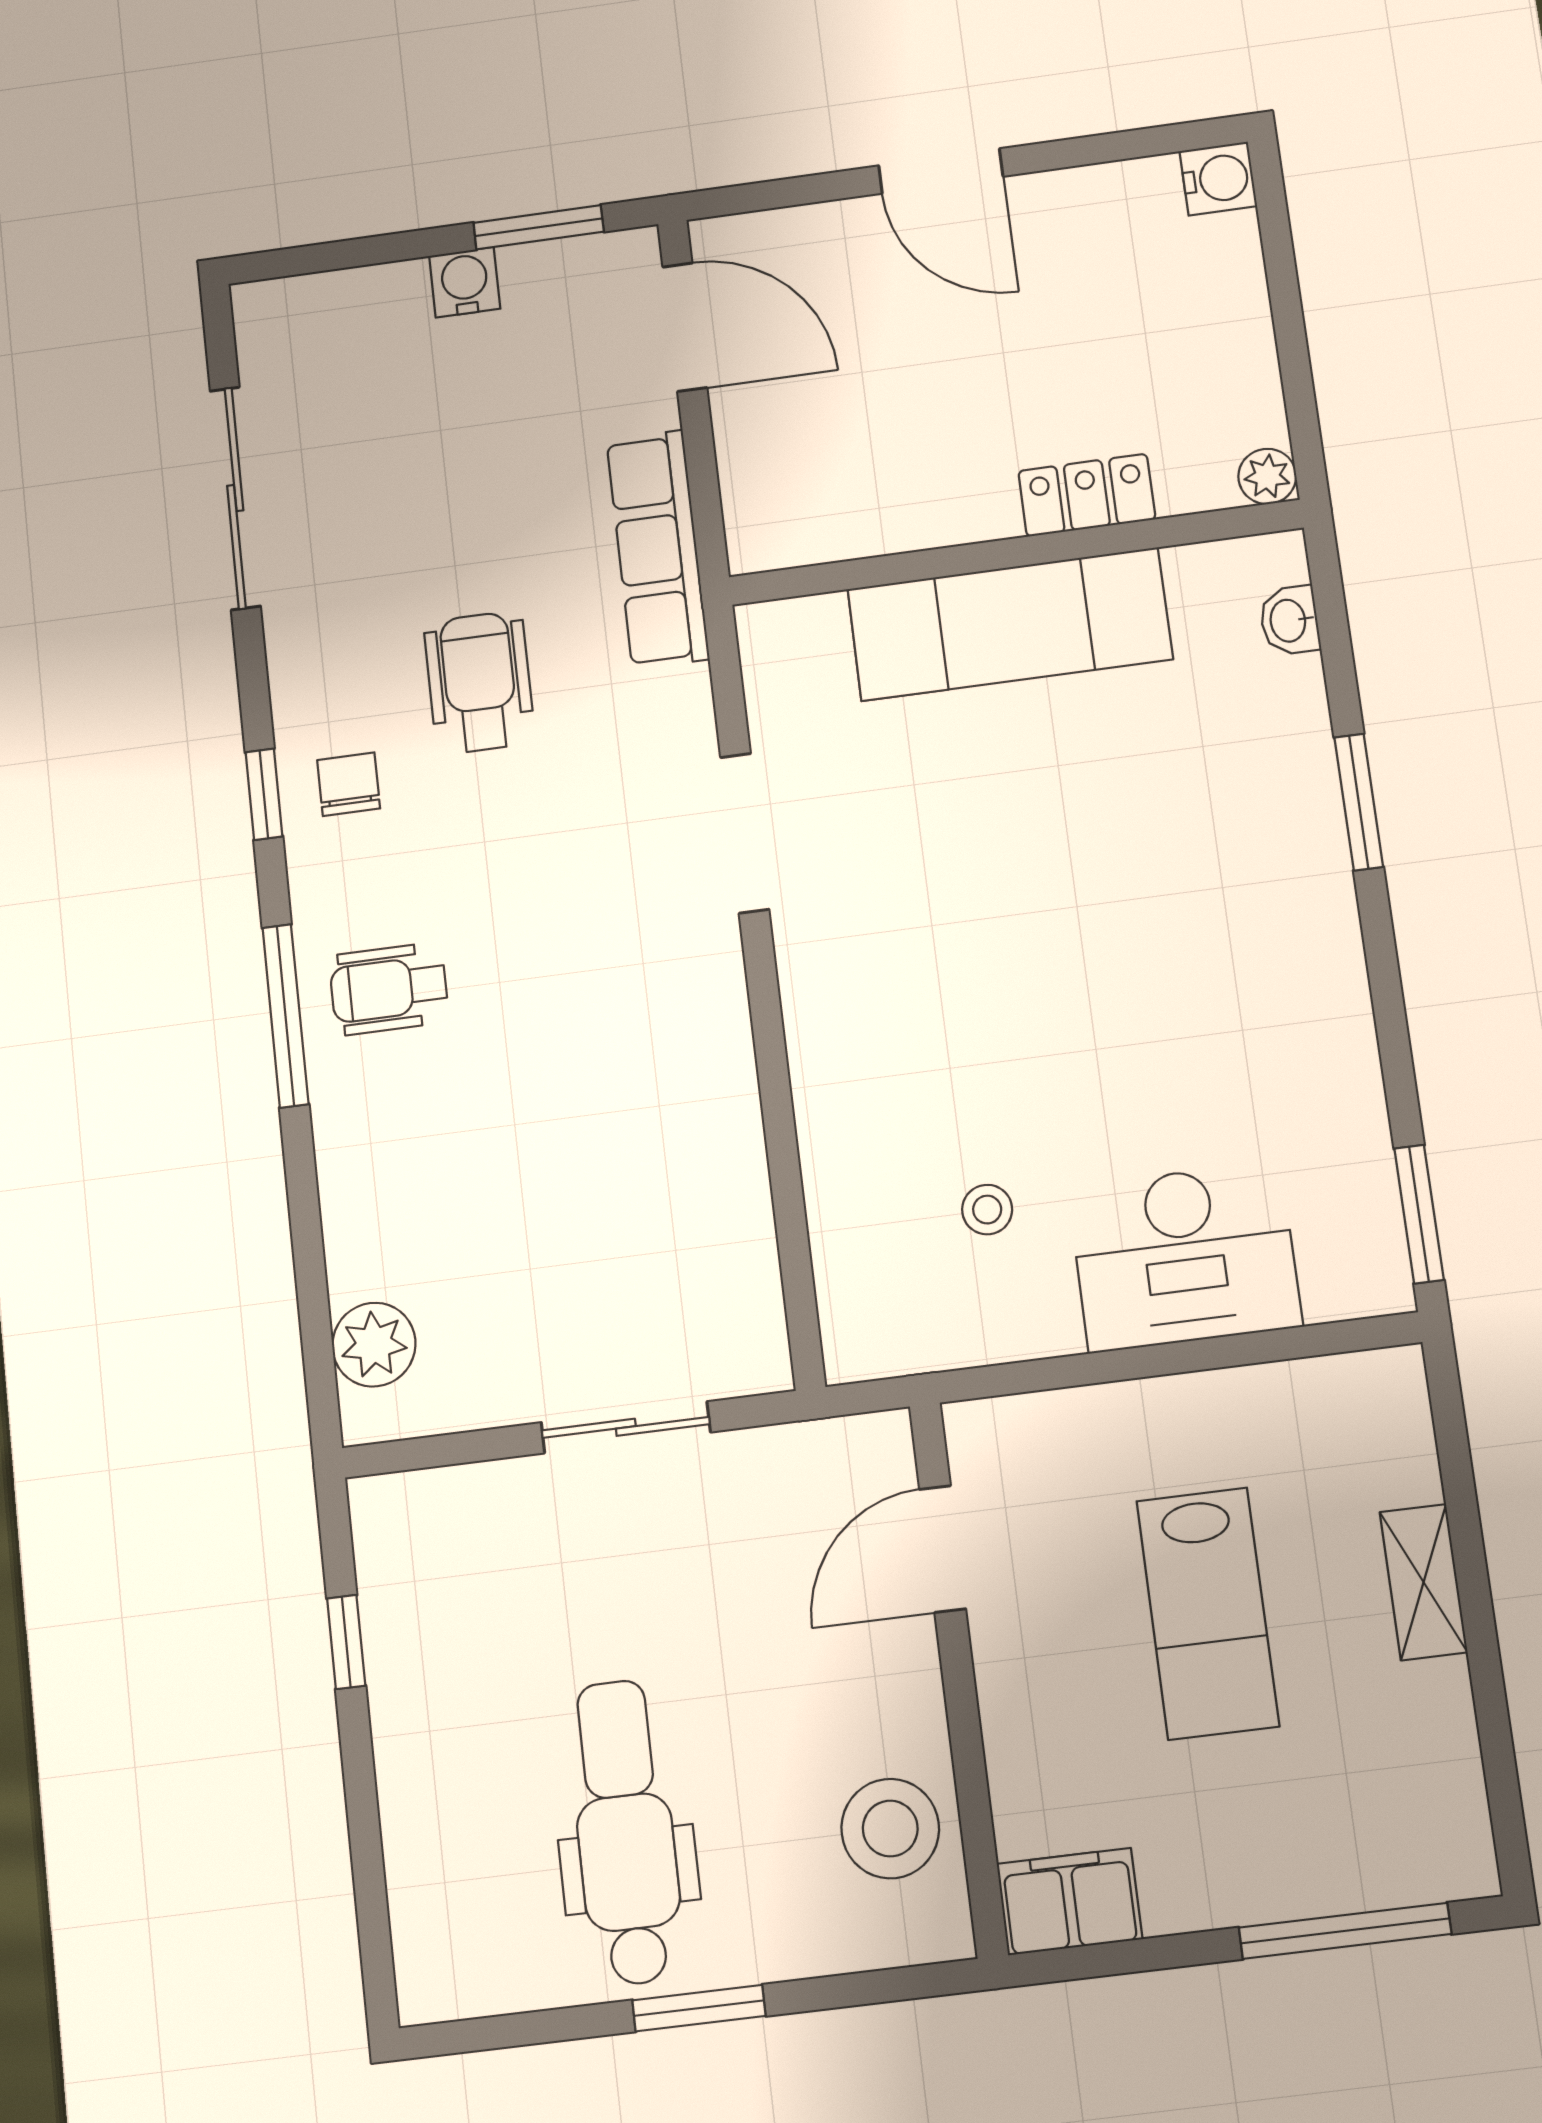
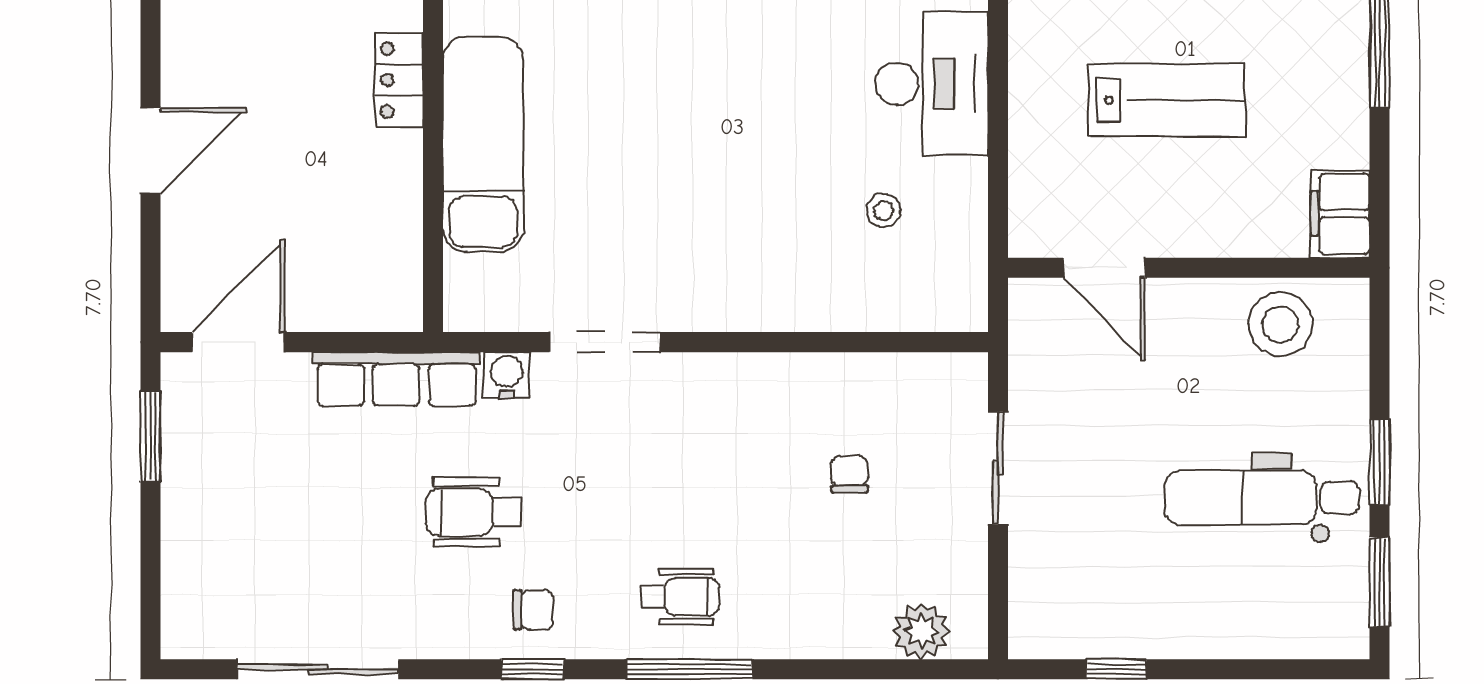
water cooler: (465, 282) -> (506, 375), moved, turned 90
chair: (349, 784) -> (533, 610), turned 180
wheelchair: (389, 989) -> (680, 597), turned -90
chair: (592, 1210) -> (849, 474), added
window: (517, 2030) -> (1380, 582), added

